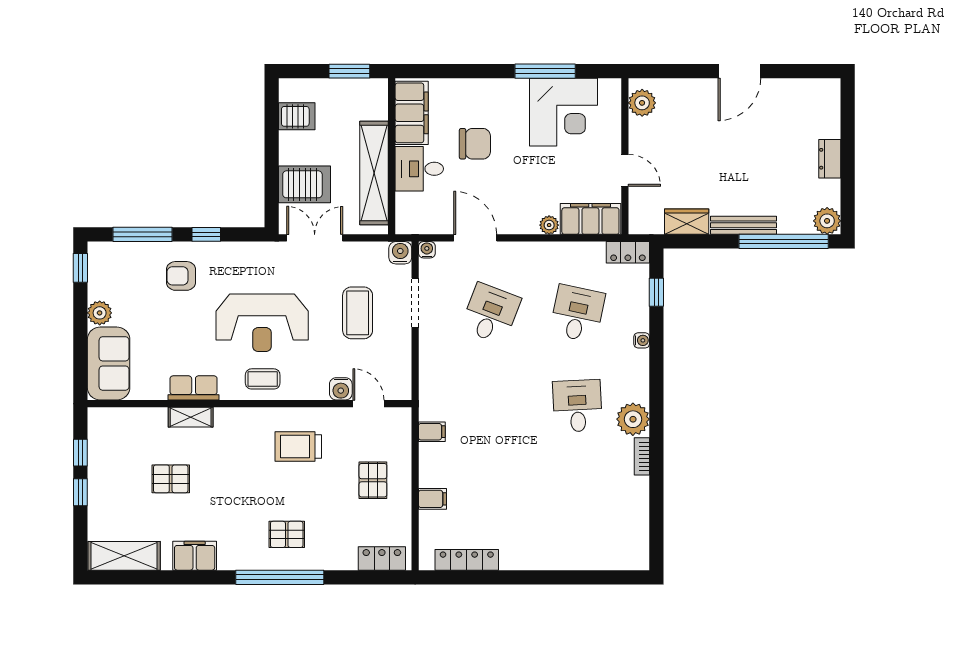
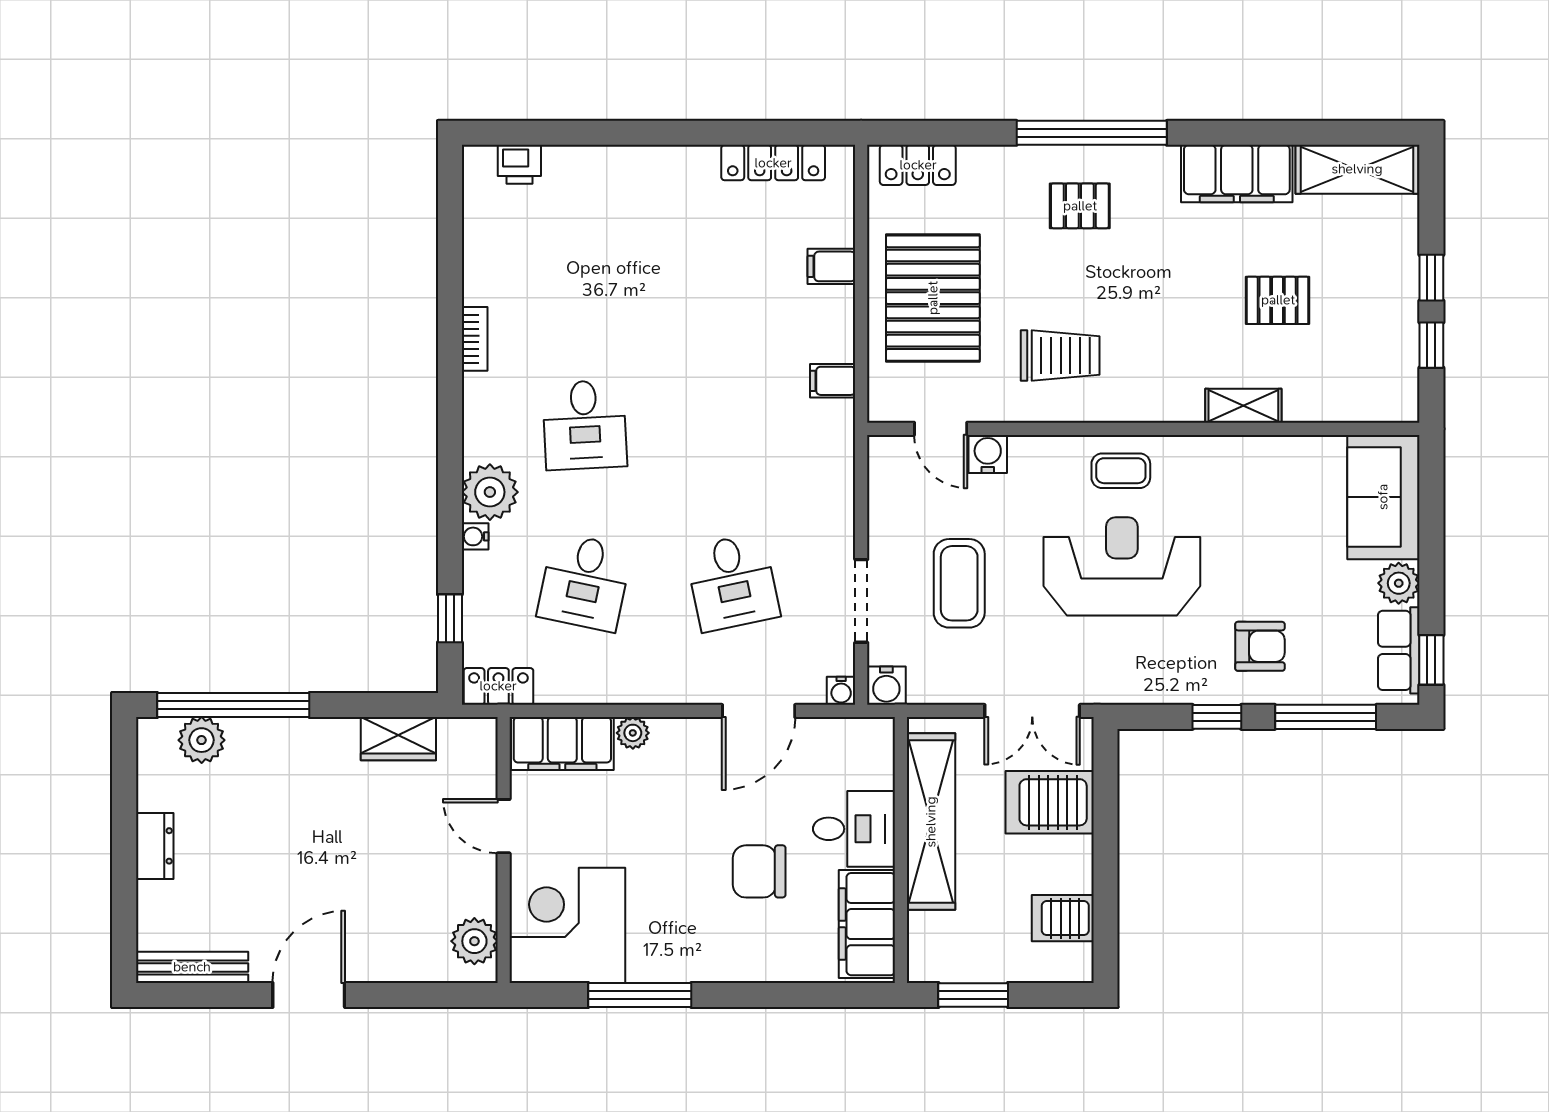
corner desk: (563, 112) -> (567, 925), moved
plant: (827, 221) -> (202, 740), moved
bench: (743, 225) -> (192, 967), moved
door: (475, 238) -> (759, 711), hinge flipped
desk: (491, 313) -> (732, 582), turned -33
row of seats: (194, 388) -> (1399, 650), moved, turned 90
plant: (633, 419) -> (490, 492), moved
pallet: (373, 480) -> (933, 298), width x2.05, depth x2.00
filing cabinet: (195, 556) -> (1237, 174), width x1.50, depth x1.17
printer: (616, 559) -> (519, 164), added

